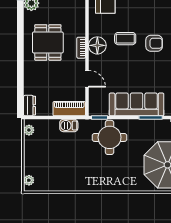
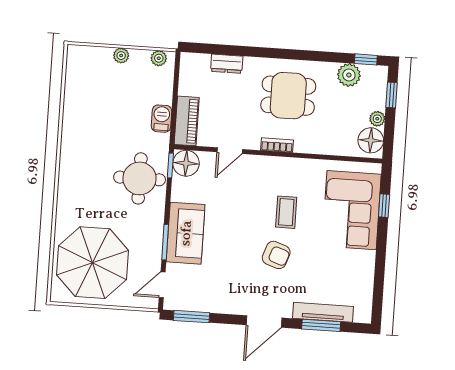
armchair: (154, 43) -> (276, 255), turned -71
floor lamp: (97, 45) -> (186, 163), moved
sofa: (137, 104) -> (186, 233), width x0.73
dresser: (29, 106) -> (227, 64), moved
plant: (29, 180) -> (121, 56), moved

